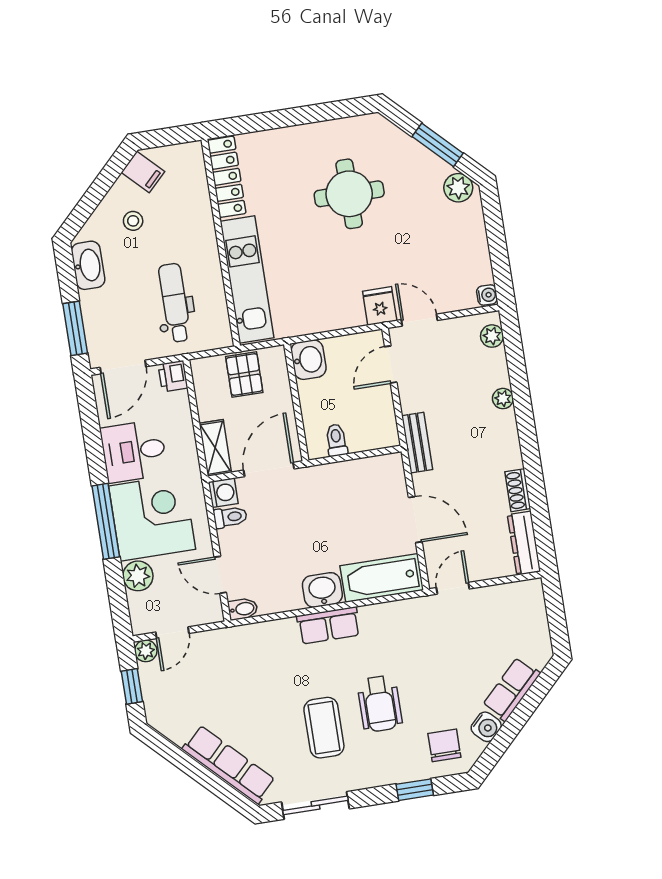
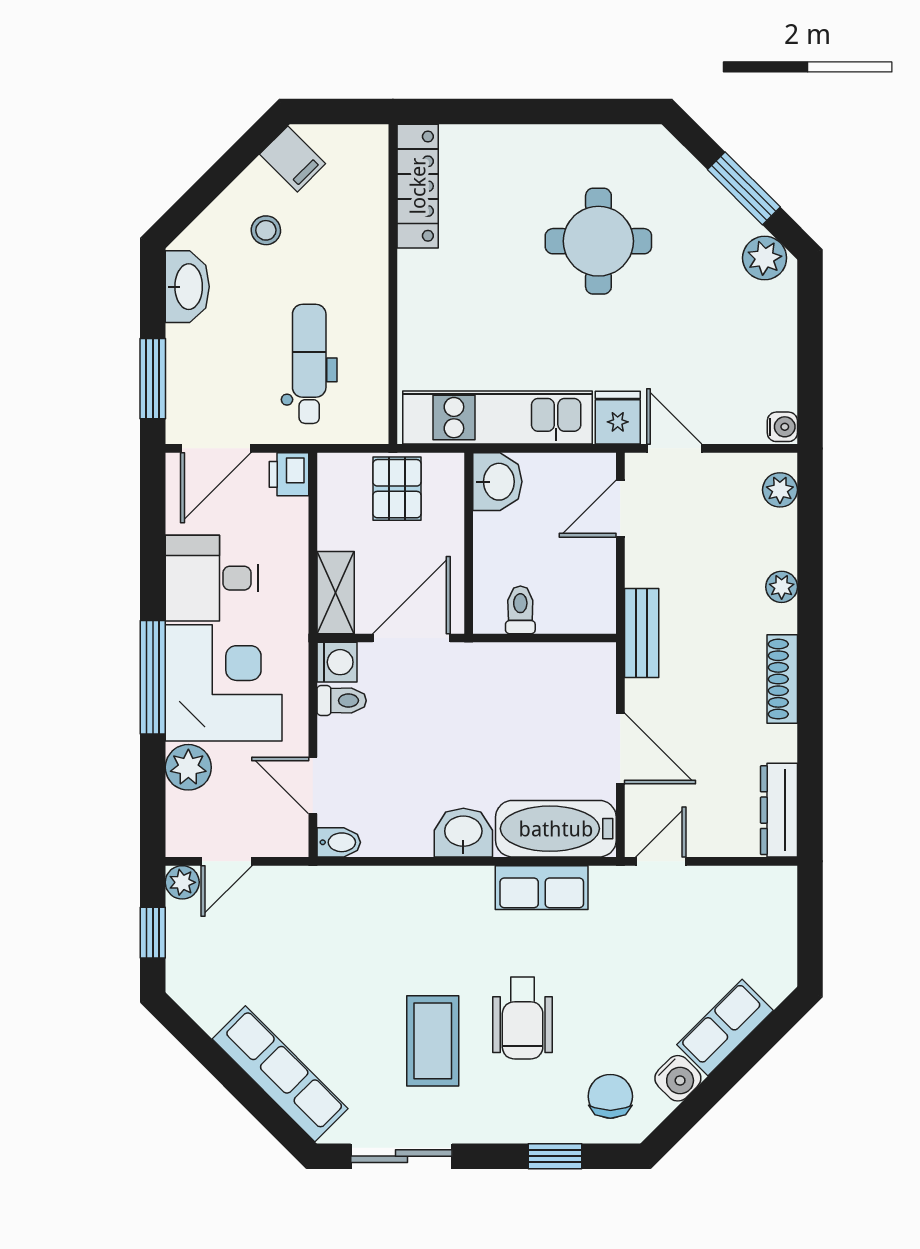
kitchen unit: (247, 280) -> (497, 418), moved, turned -90
shoe rack: (518, 490) -> (782, 679), moved, width x1.43
row of seats: (329, 625) -> (542, 888), moved

